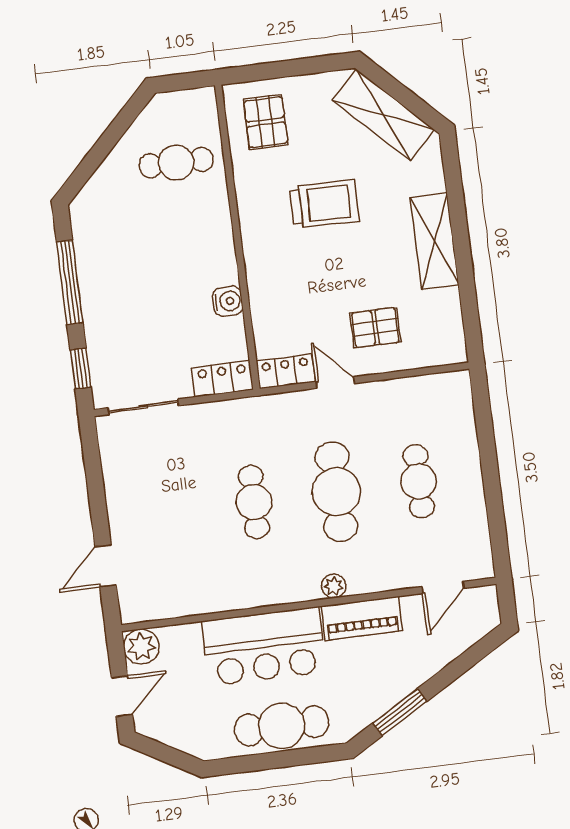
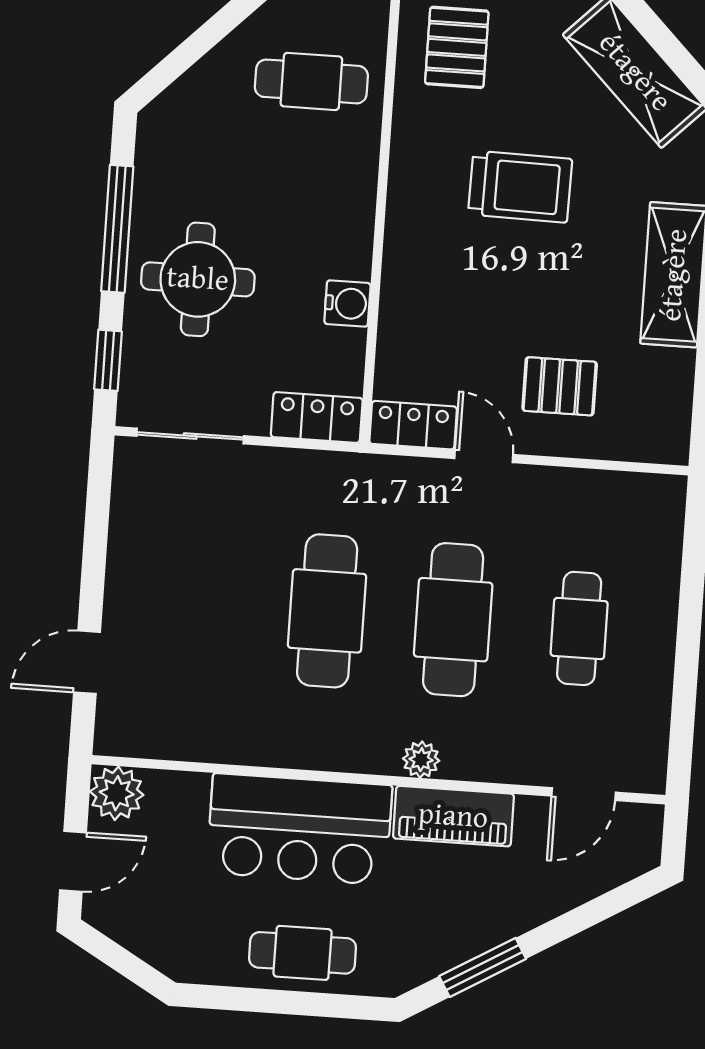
round table: (128, 305) -> (198, 279), added
cafe table: (254, 502) -> (327, 611), width x1.37, depth x1.35
cafe table: (282, 726) -> (303, 953), width x0.73, depth x0.74

